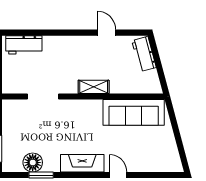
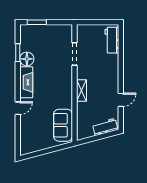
sofa: (134, 112) -> (63, 125), width x0.73
floor lamp: (33, 163) -> (27, 59), moved

